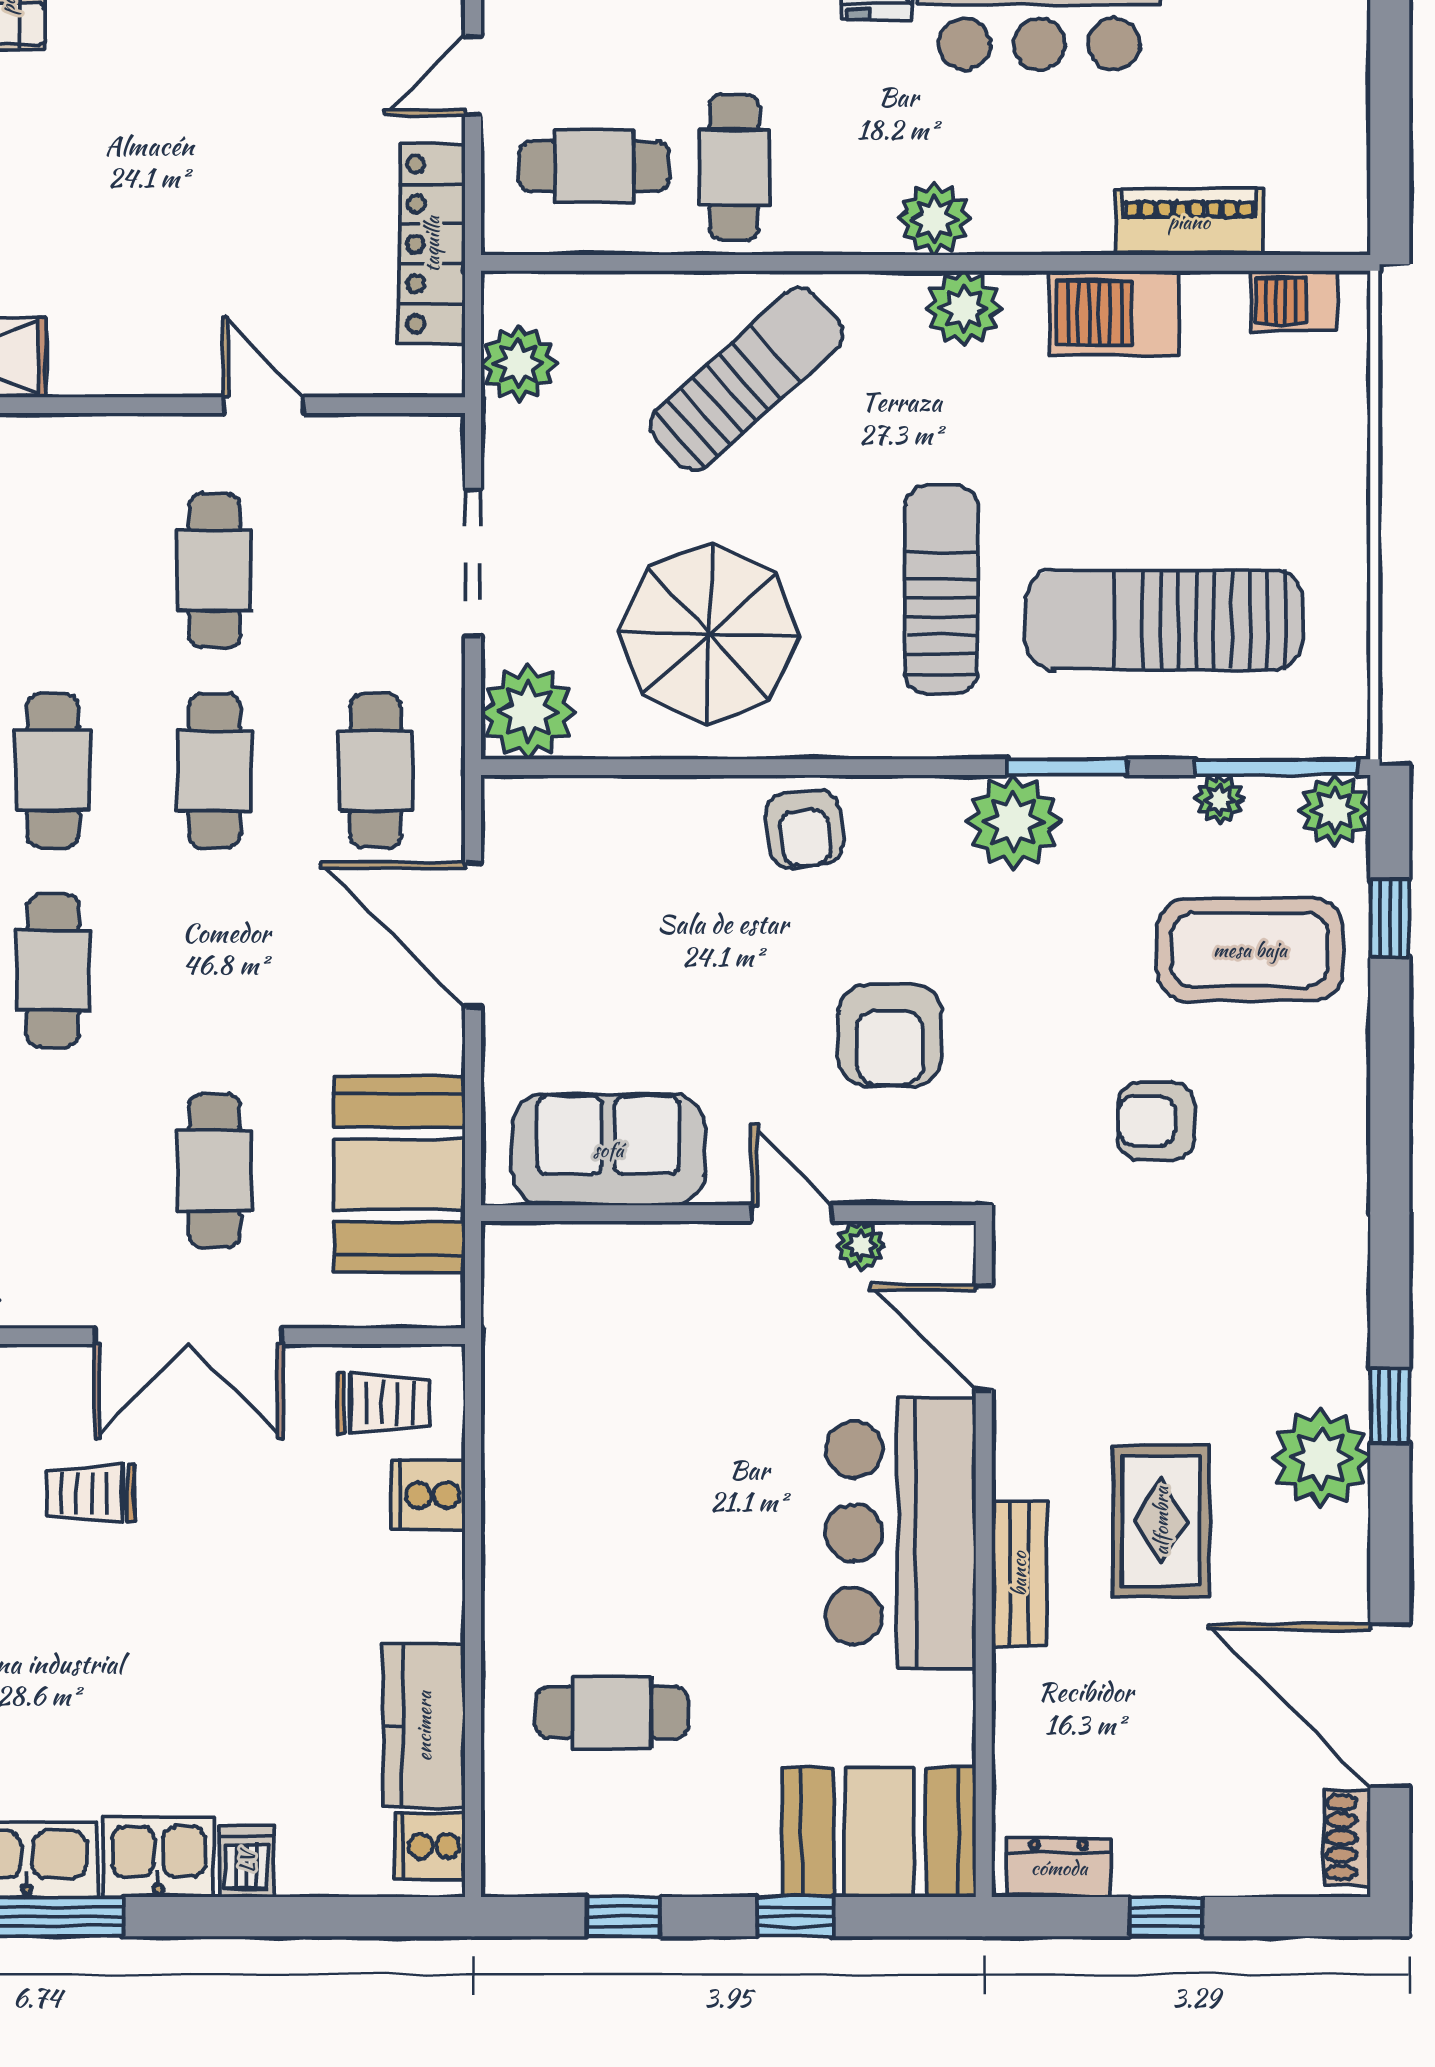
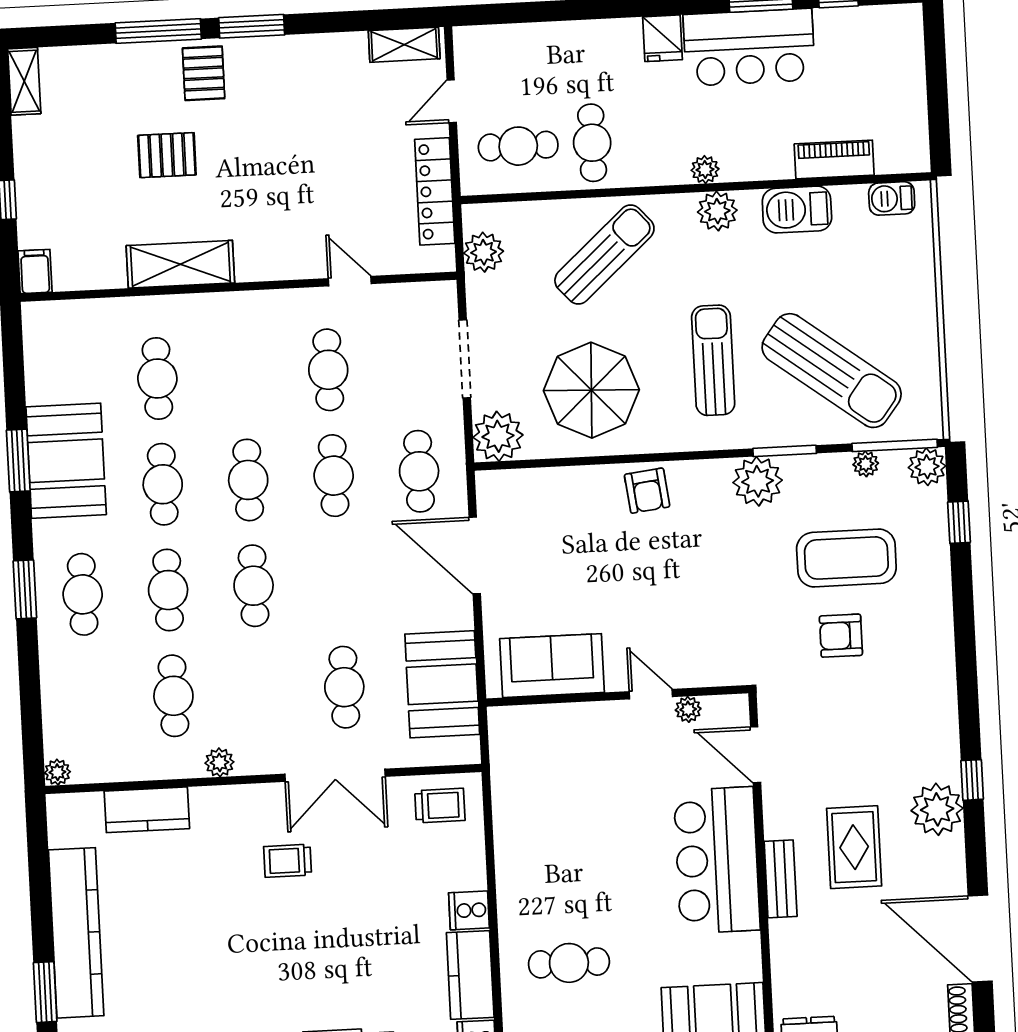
plant: (934, 219) -> (705, 170), width x0.73, depth x0.73
sun lounger: (1164, 620) -> (832, 371), turned -143
coffee table: (1250, 950) -> (846, 558), moved
armchair: (890, 1035) -> (698, 597), removed
cooker: (428, 1495) -> (469, 910), moved

